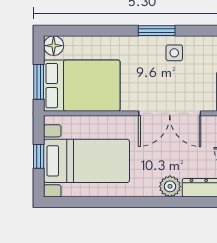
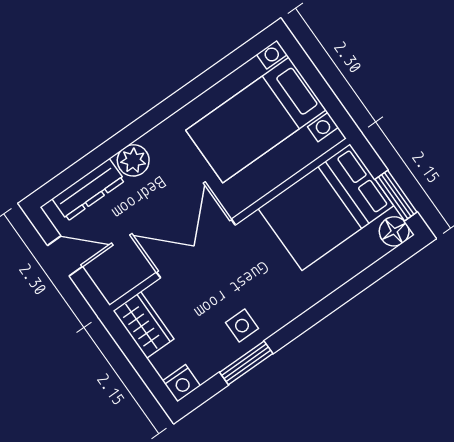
window: (157, 31) -> (246, 363), moved
window: (39, 82) -> (396, 196), moved
window: (39, 156) -> (318, 84), removed

